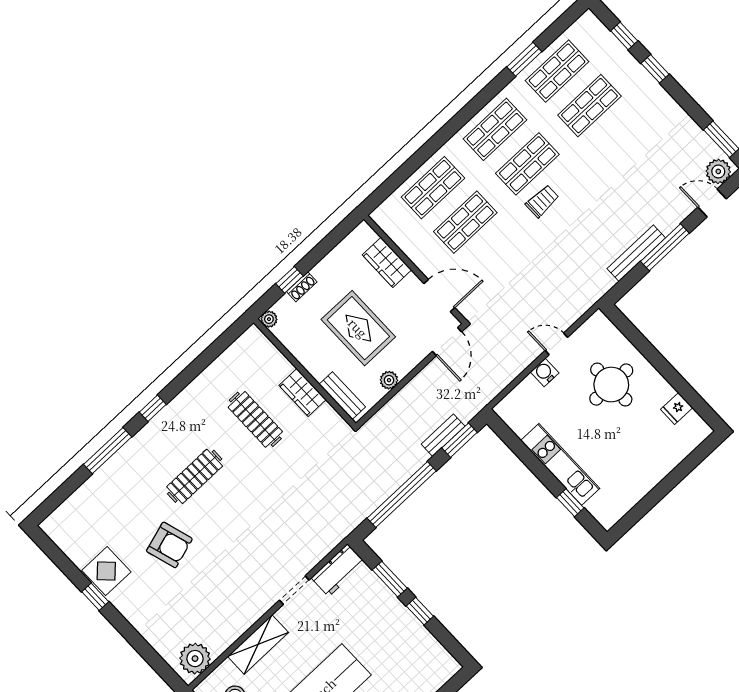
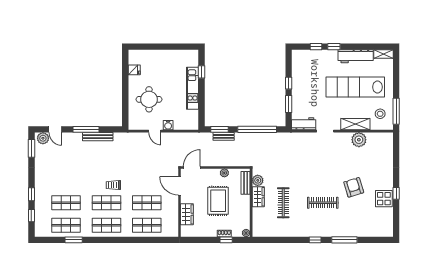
plant: (327, 417) -> (258, 180), added
plant: (195, 659) -> (359, 140), moved

